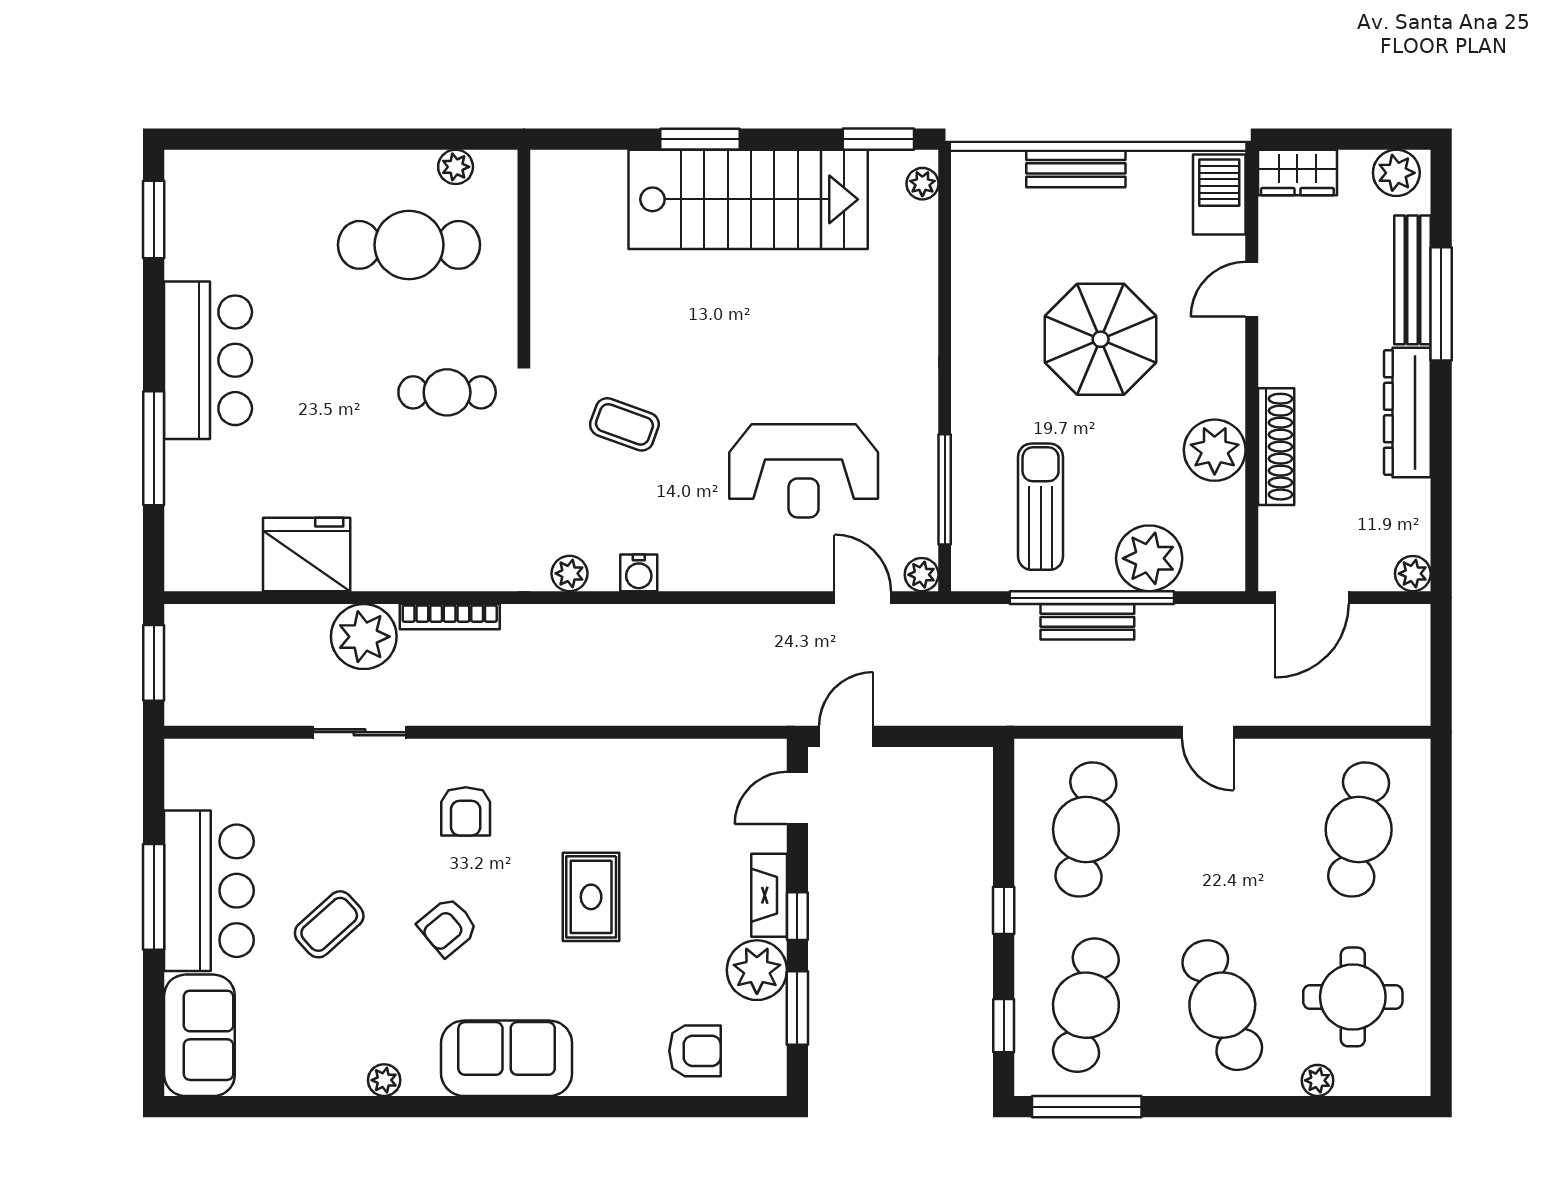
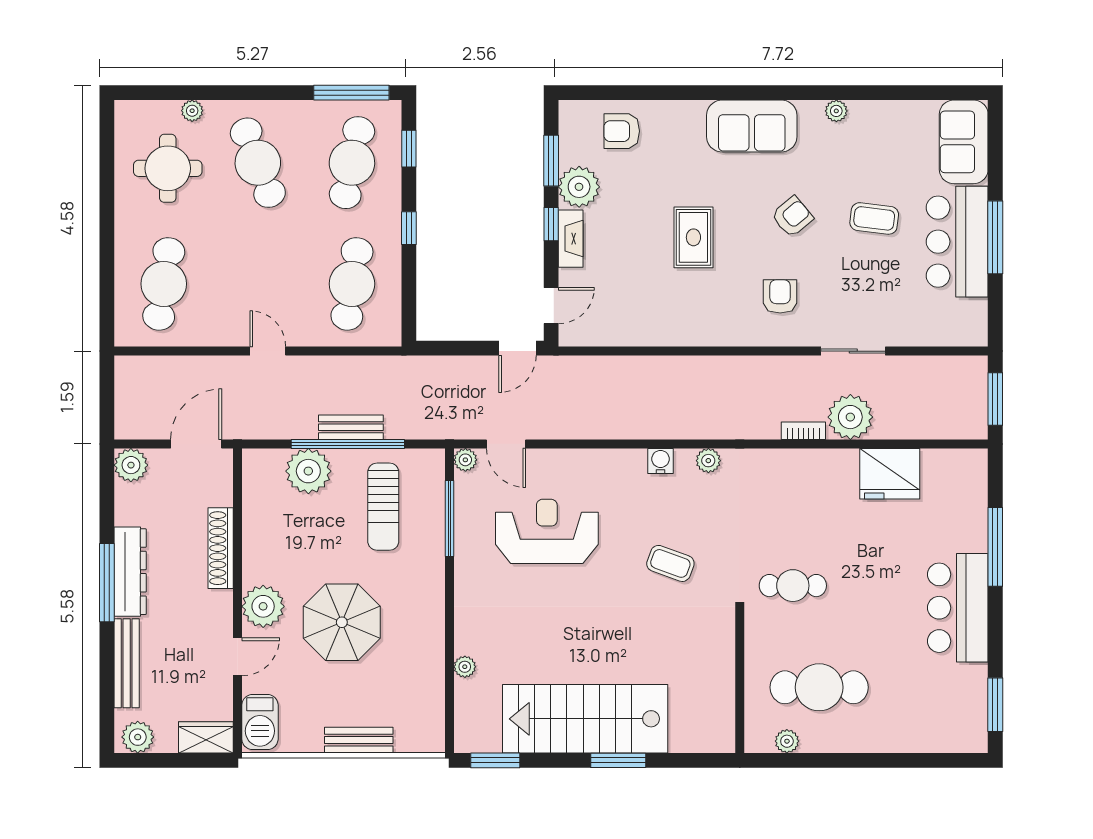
plant: (922, 184) -> (465, 667), moved
window: (1441, 304) -> (107, 583), moved
plant: (1215, 450) -> (263, 606), moved
plant: (1413, 574) -> (131, 465), width x1.38, depth x1.38
bookcase: (450, 617) -> (803, 431), width x0.64
coffee table: (329, 924) -> (874, 218), turned 49

